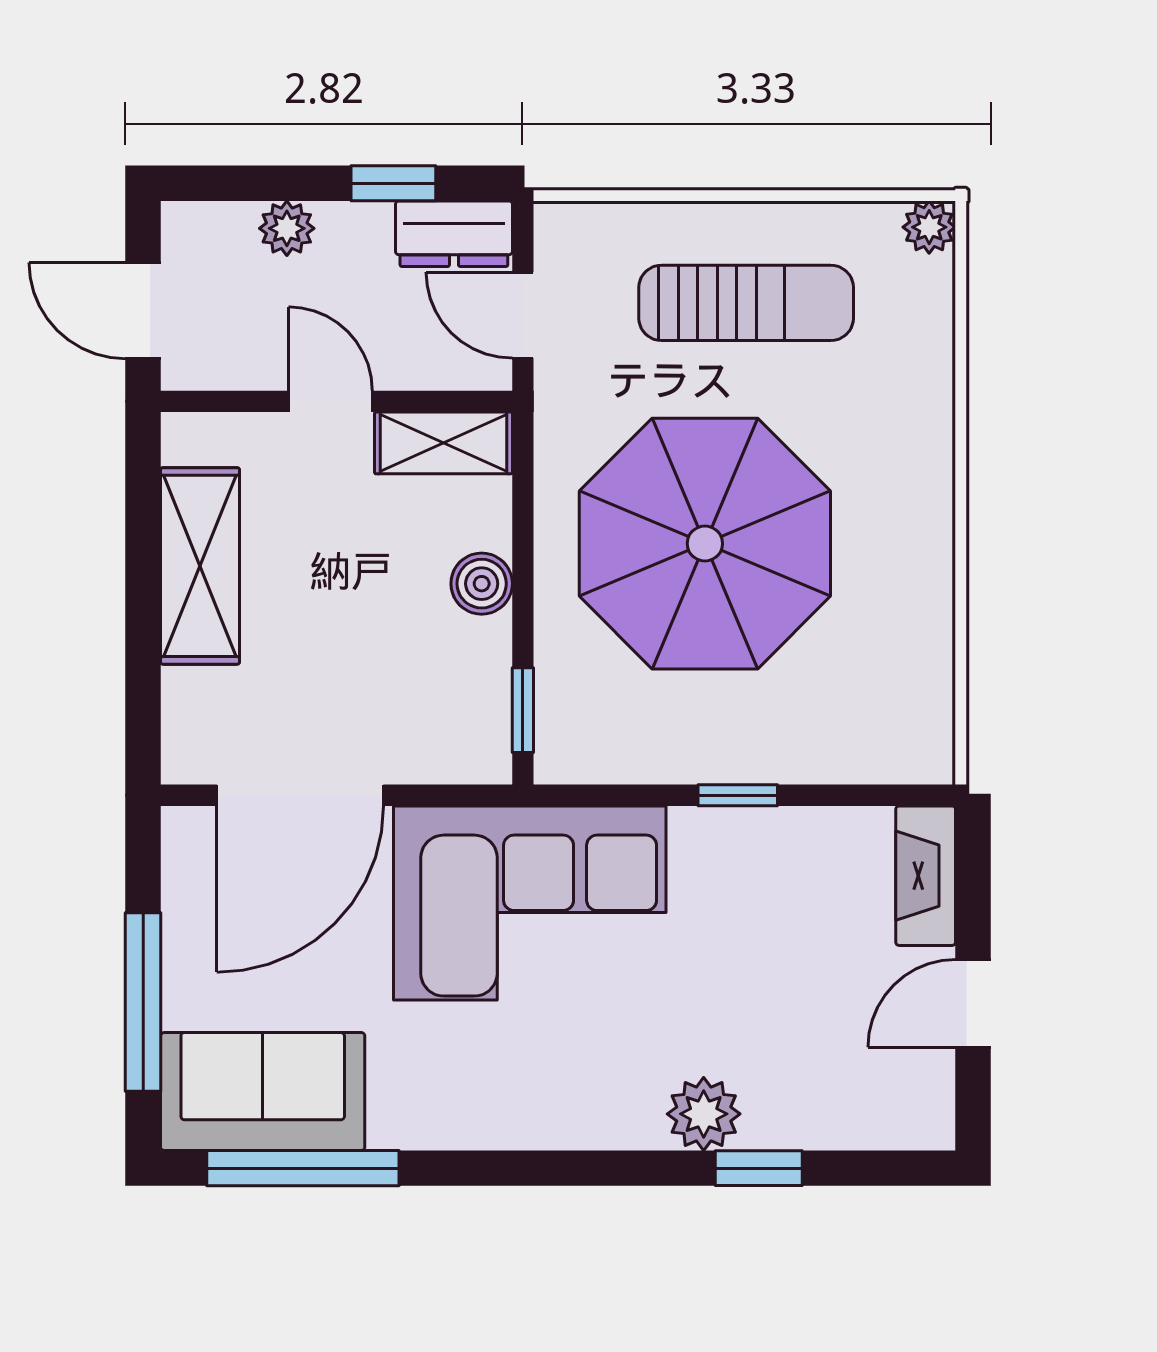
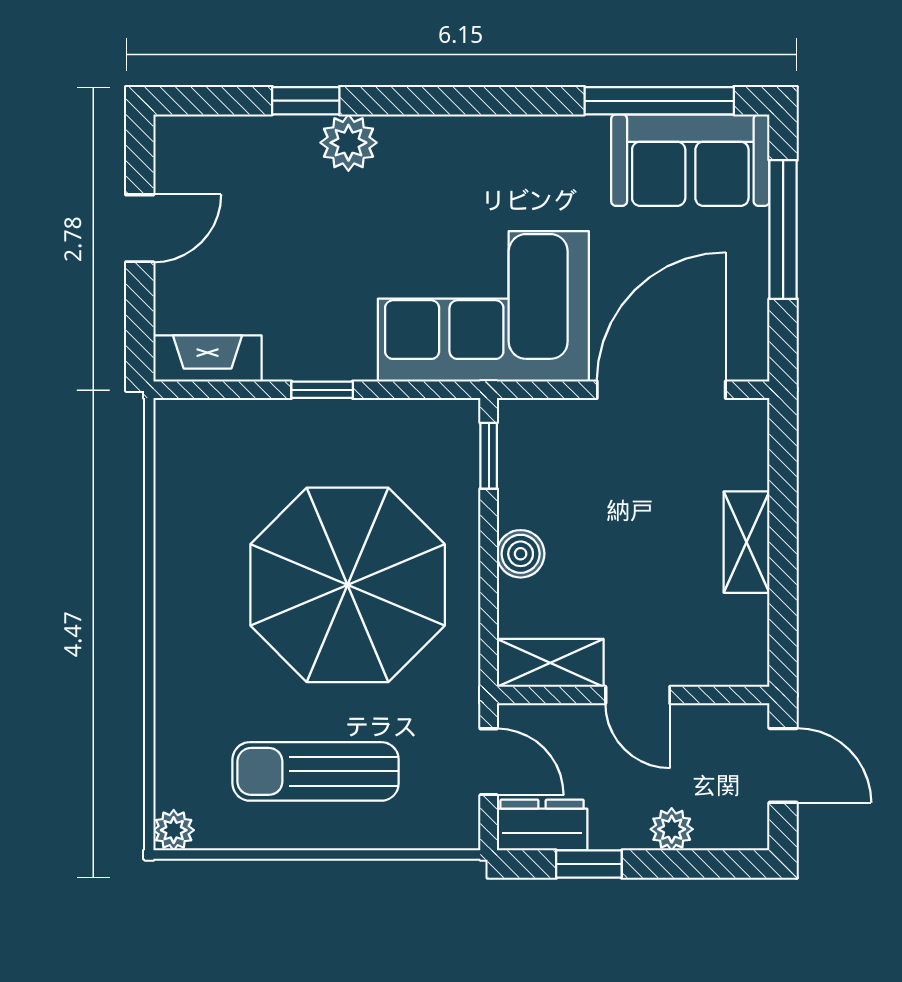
shelving: (200, 566) -> (747, 542), width x0.67, depth x0.75
fireplace: (926, 876) -> (207, 358), moved, turned -90

